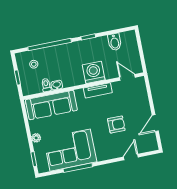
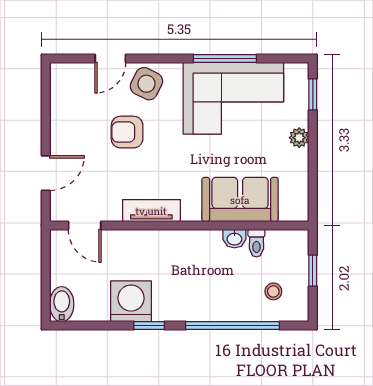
bidet: (115, 42) -> (62, 304), moved
washing machine: (94, 72) -> (131, 301), moved, turned 180
sofa: (51, 105) -> (240, 200), width x0.73
door: (155, 123) -> (46, 173), moved
side table: (112, 149) -> (146, 84), added

